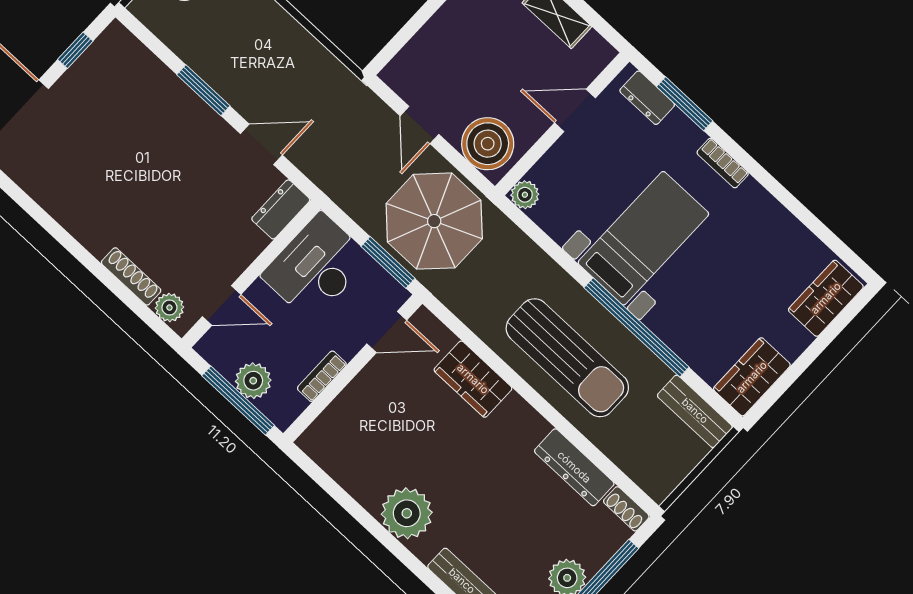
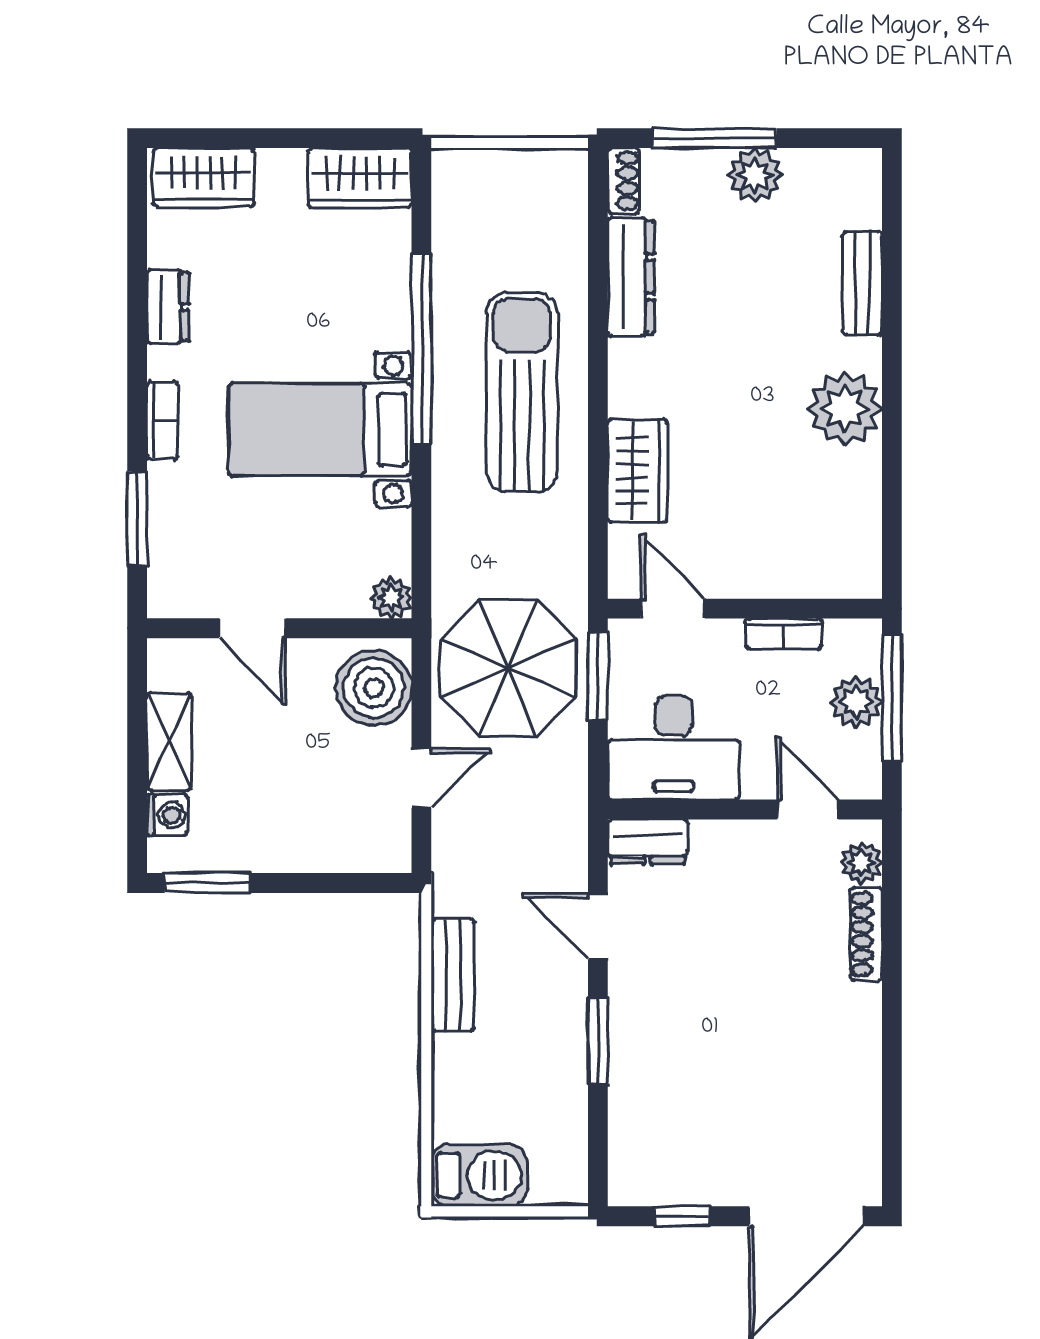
dresser: (647, 98) -> (168, 307), moved
bench: (695, 411) -> (453, 975), moved

